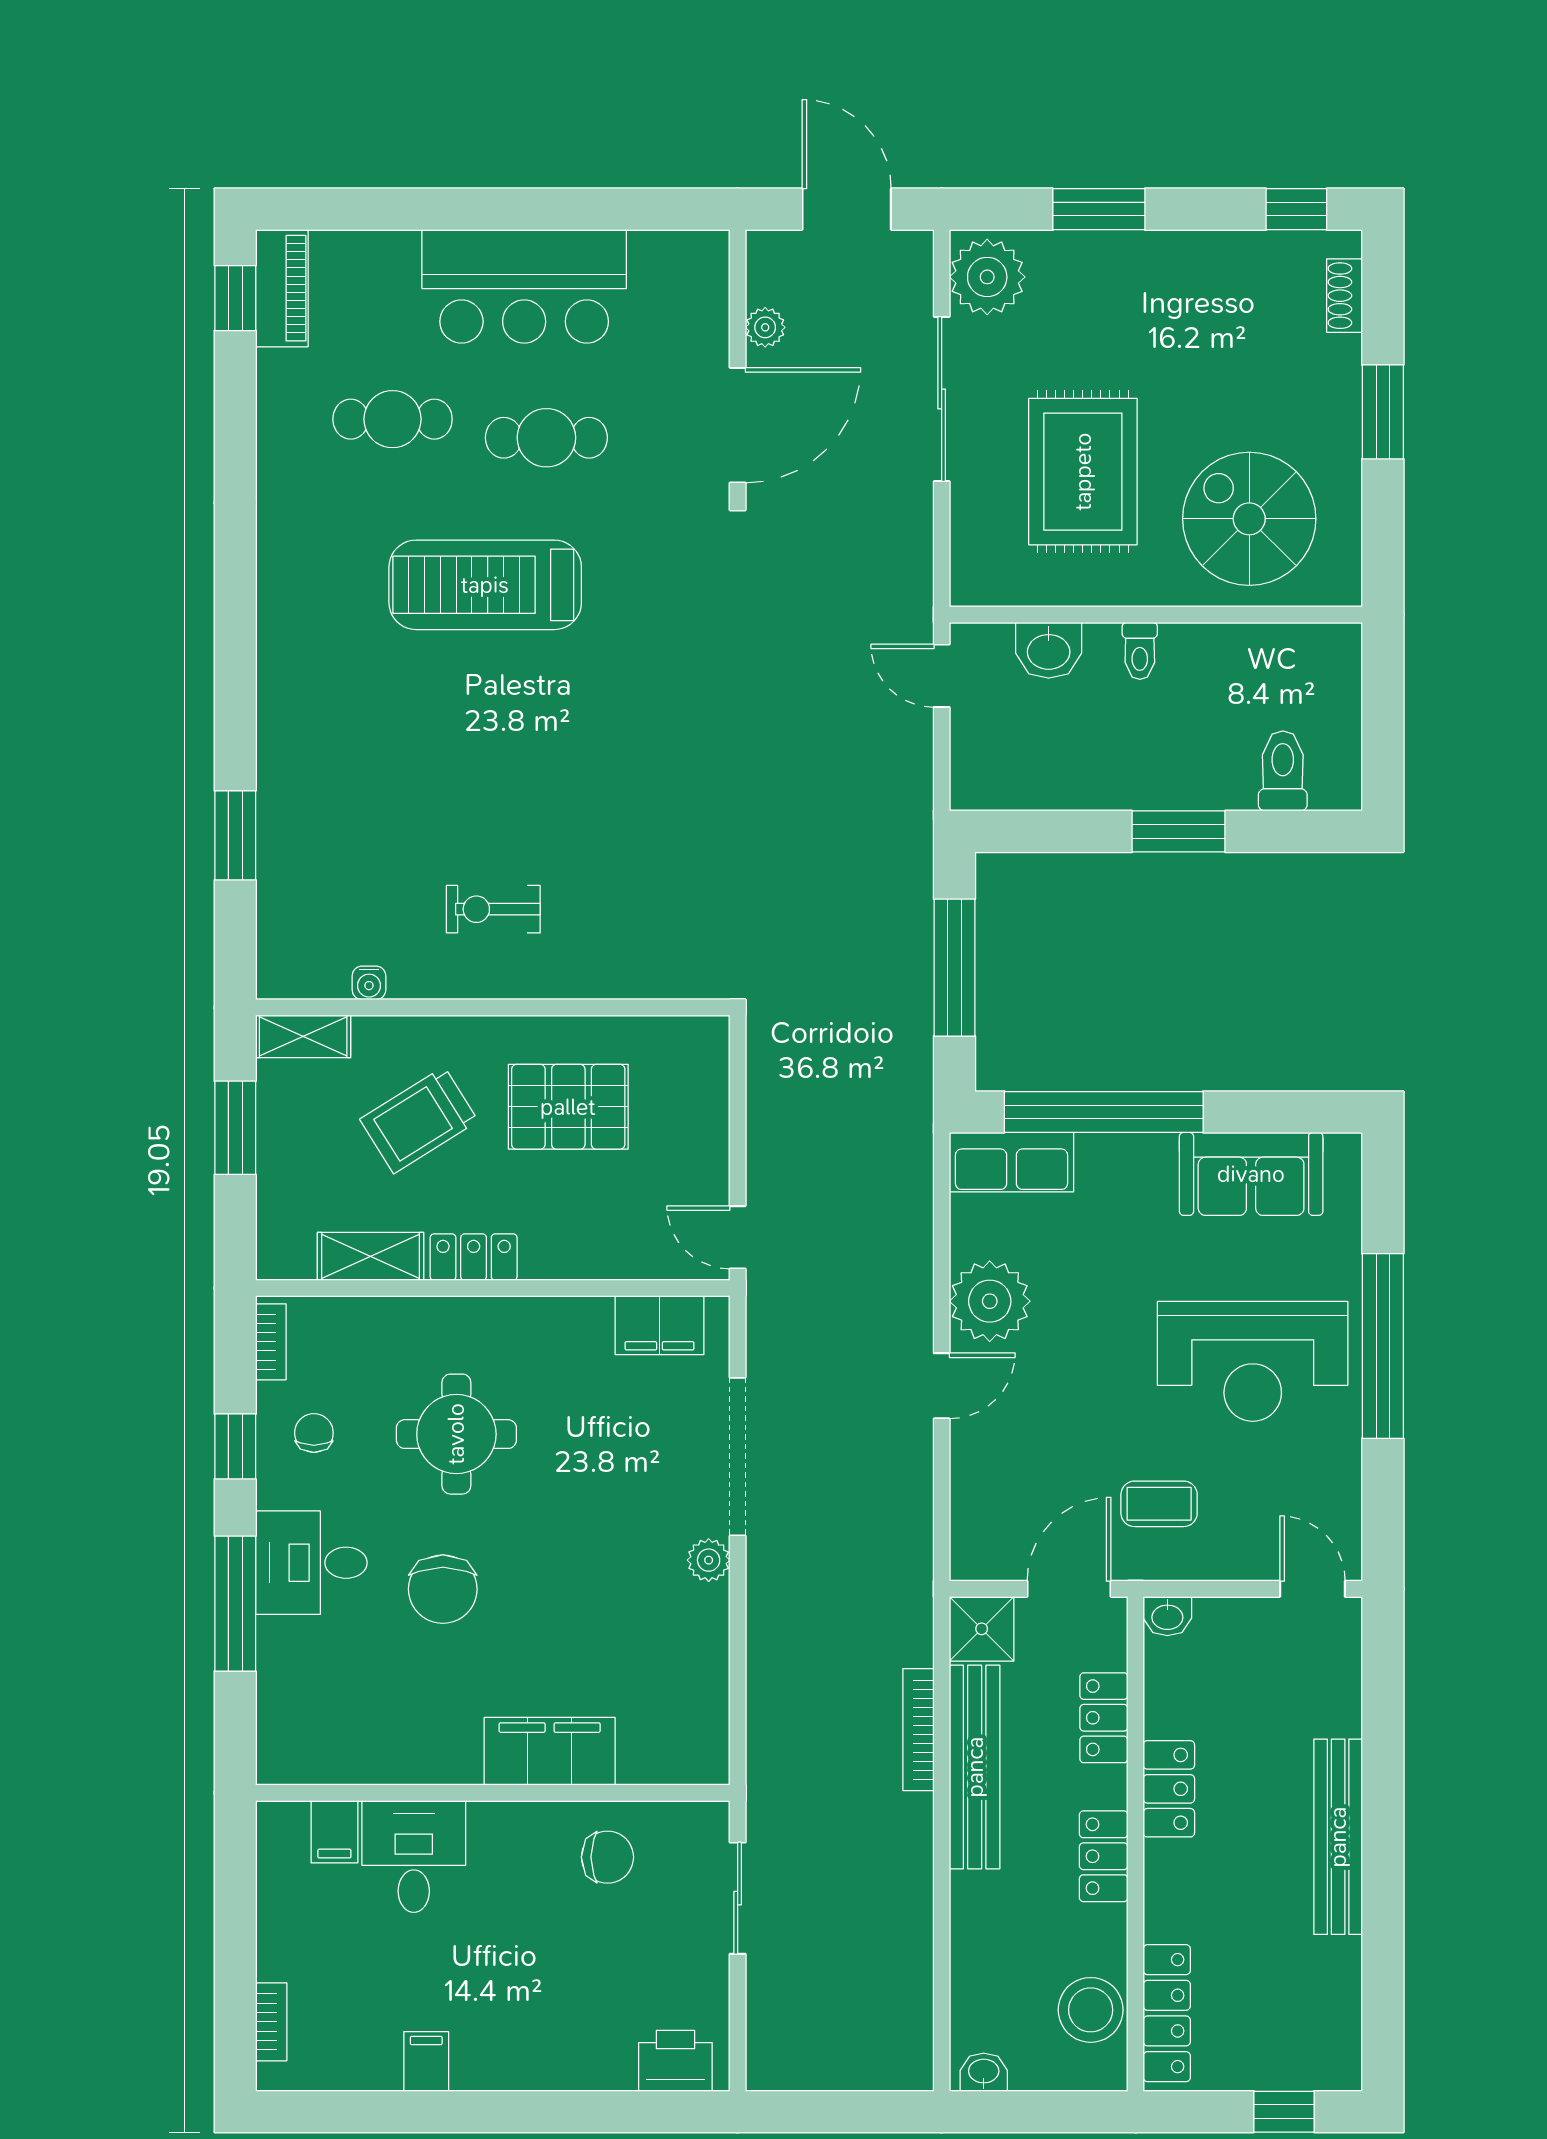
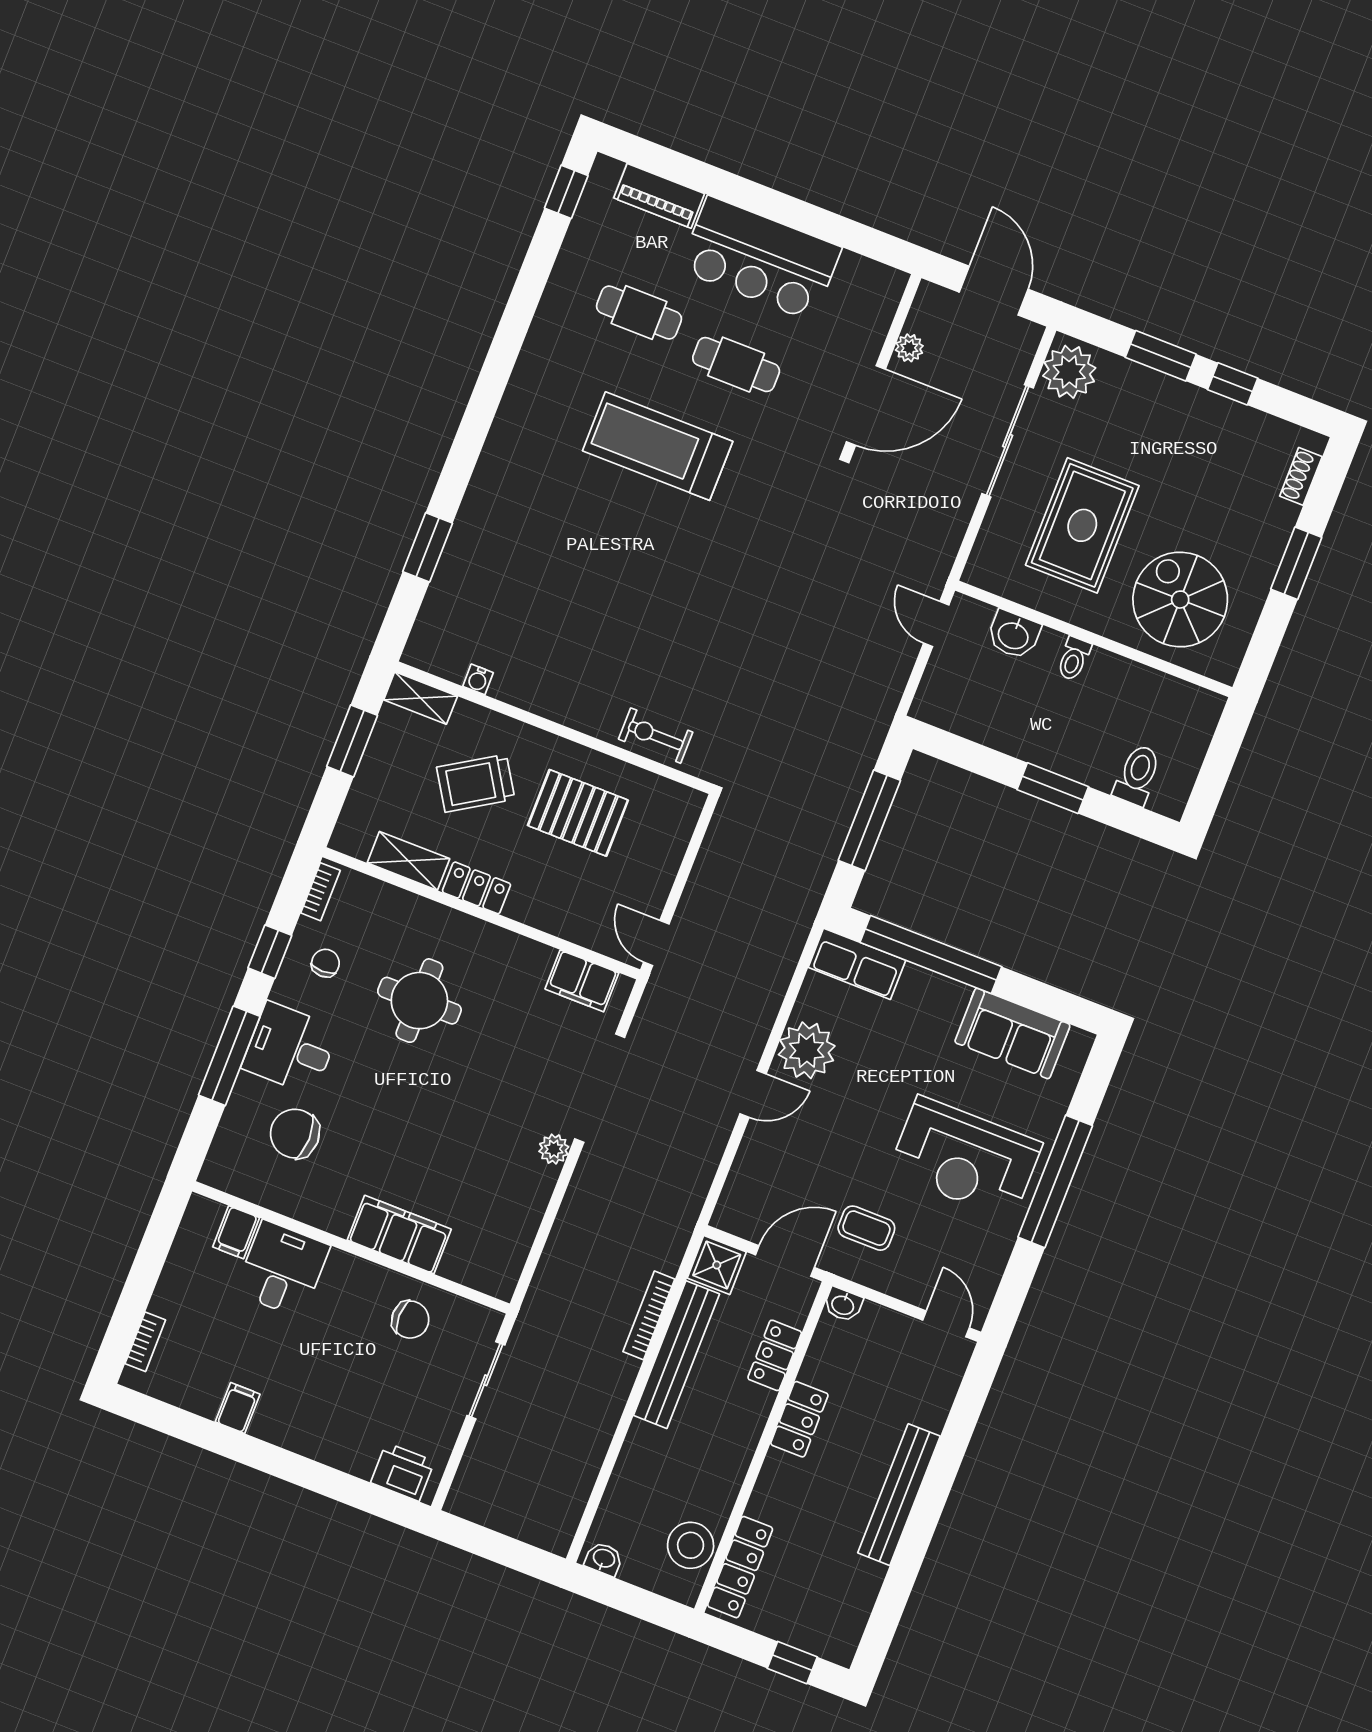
window: (1296, 209) -> (1233, 384), moved
piano: (282, 288) -> (659, 196), moved, turned 90
exercise bike: (493, 909) -> (656, 736), moved
chair: (443, 1589) -> (295, 1134), moved, turned 90
locker: (1104, 1856) -> (739, 1447), removed

